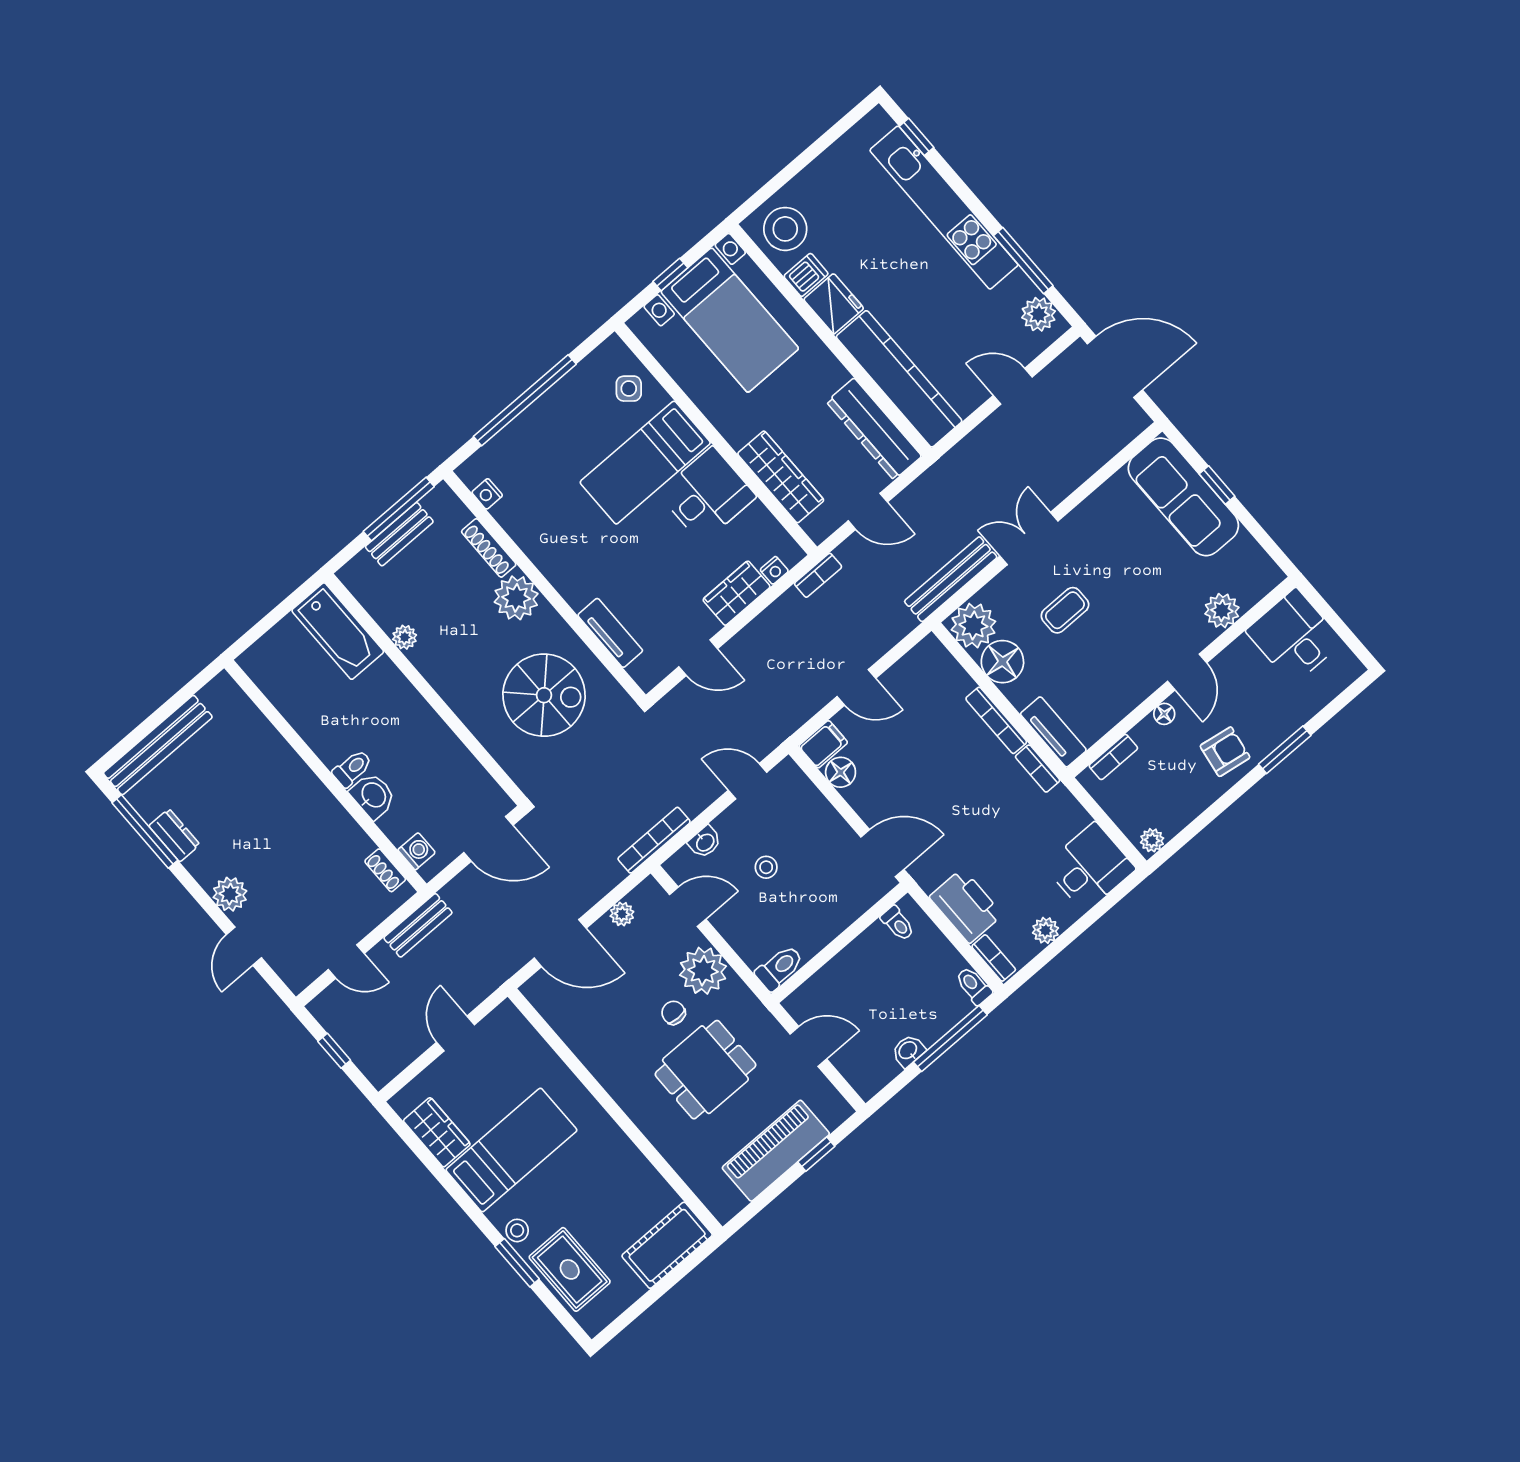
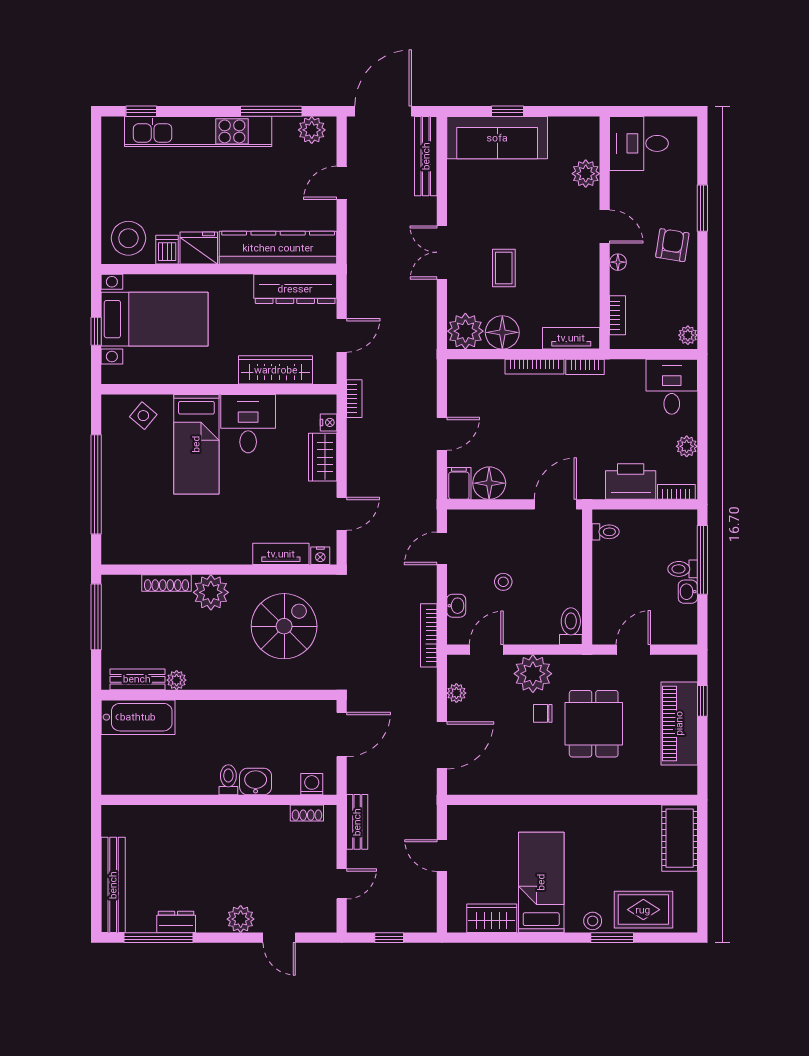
nightstand: (487, 494) -> (320, 556), moved
bench: (399, 534) -> (137, 679), moved, turned 90
bench: (951, 579) -> (426, 156), moved
floor lamp: (841, 772) -> (489, 483), width x1.38, depth x1.38
toilet: (974, 986) -> (683, 569), moved

